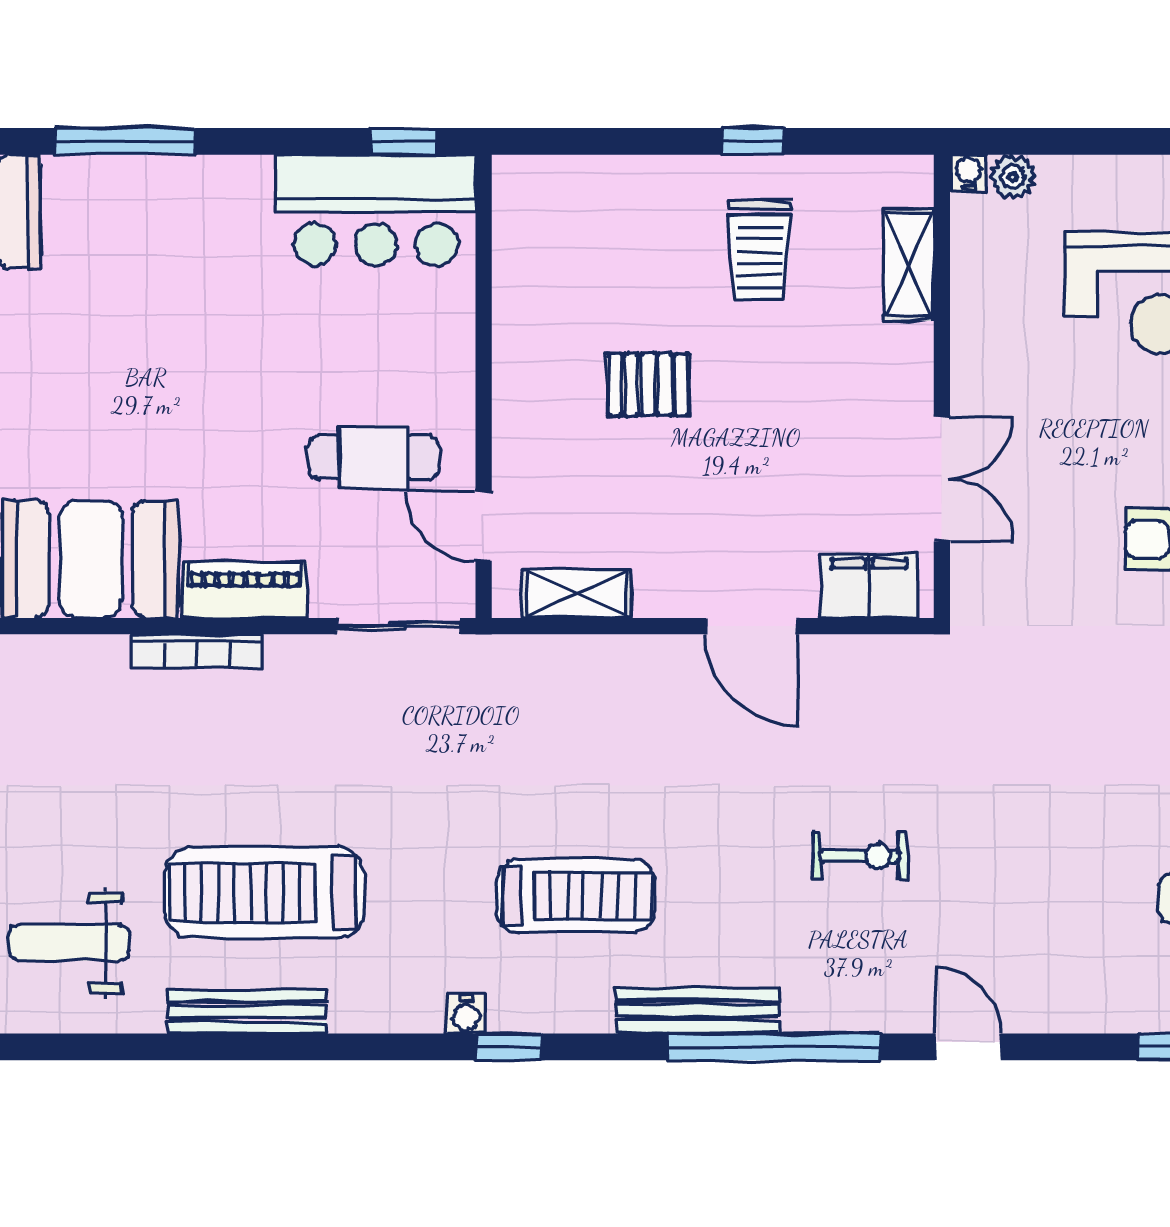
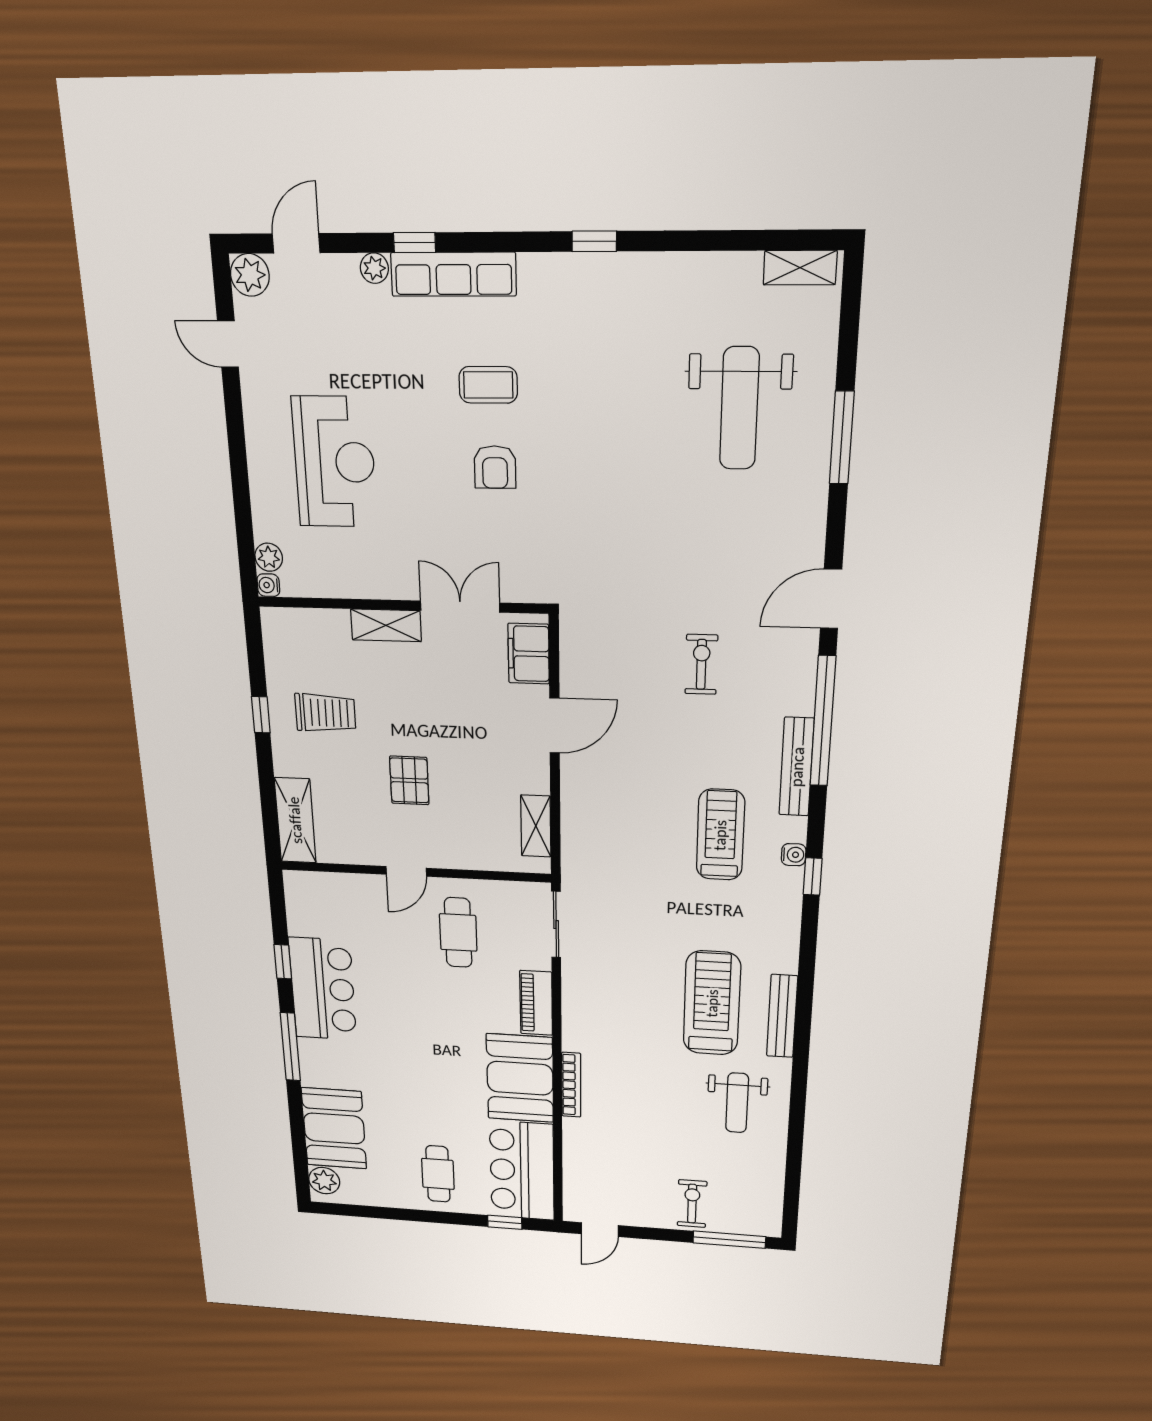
window: (404, 141) -> (283, 962), moved
shelving: (568, 185) -> (295, 820), added
bar counter: (376, 210) -> (323, 989), moved
shelving: (909, 265) -> (386, 625), moved
door: (484, 526) -> (406, 871), moved
bookcase: (197, 651) -> (571, 1085), moved
treadmill: (264, 892) -> (712, 1003), turned 180
water cooler: (466, 1014) -> (794, 855), moved
door: (968, 1047) -> (831, 599), width x1.38

